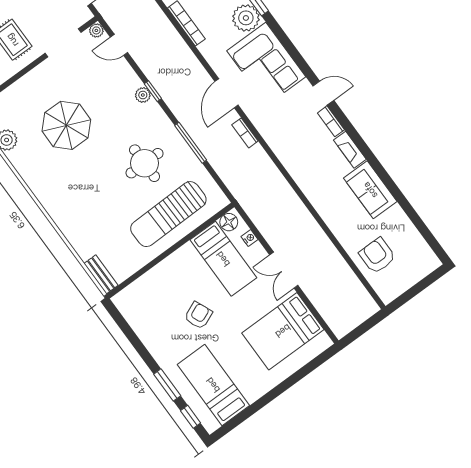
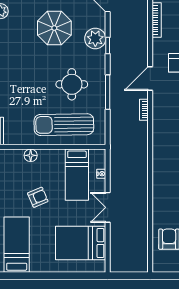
plant: (143, 95) -> (95, 39), width x1.87, depth x1.87
parasol: (66, 125) -> (54, 28), moved
floor lamp: (229, 222) -> (31, 155), moved

